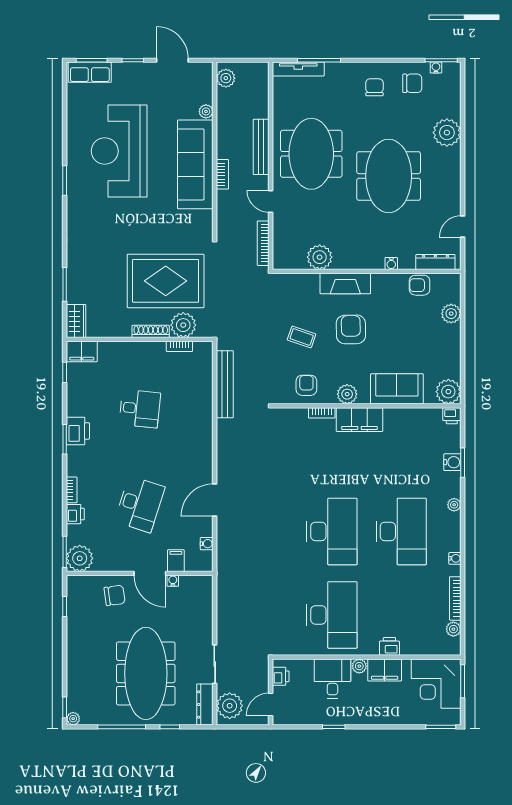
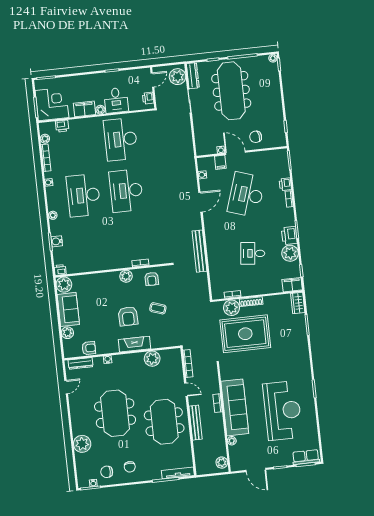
bench: (225, 384) -> (199, 251), moved
sofa: (397, 389) -> (68, 309), moved, turned -90
filing cabinet: (359, 420) -> (117, 261), removed
desk: (140, 504) -> (246, 195), width x1.36, depth x1.30
plant: (80, 558) -> (290, 253), moved
printer: (389, 646) -> (62, 126), moved

